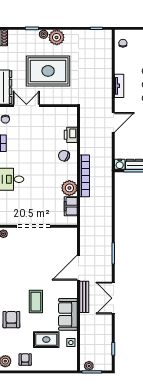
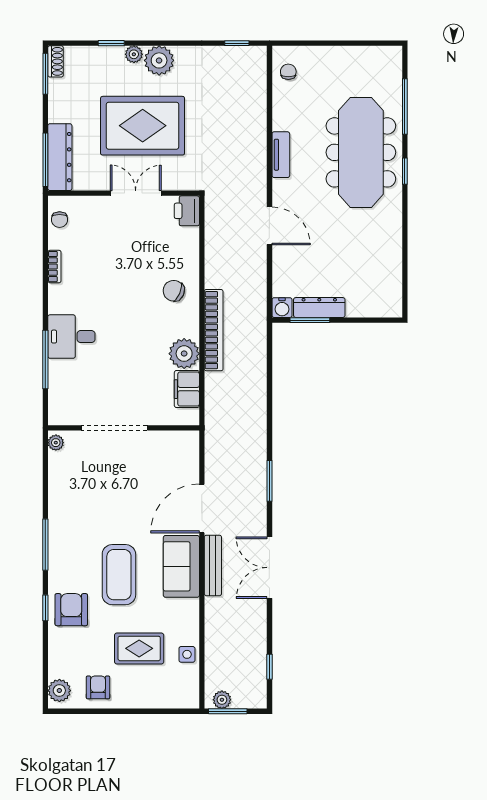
double door: (26, 106) -> (136, 193), moved
door: (113, 122) -> (269, 226), hinge flipped
printer: (71, 135) -> (187, 211), moved
coffee table: (36, 302) -> (119, 575), width x1.36, depth x1.32
sofa: (68, 314) -> (181, 566), moved

